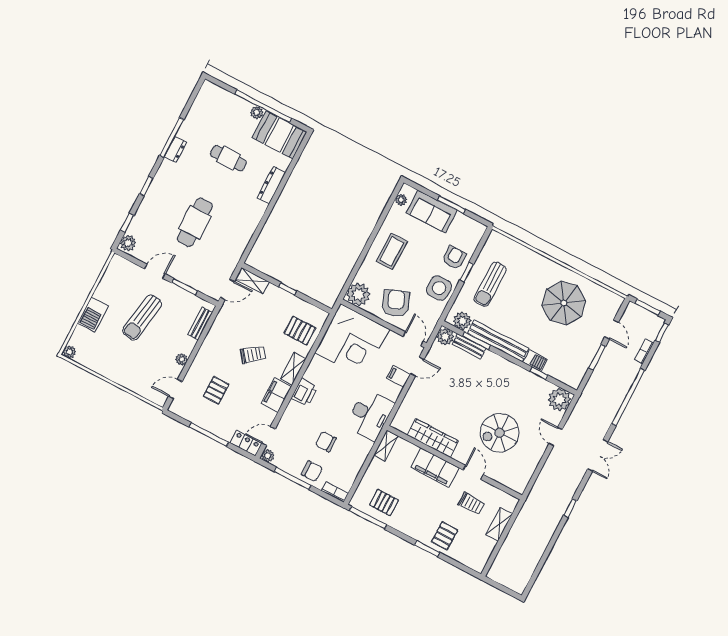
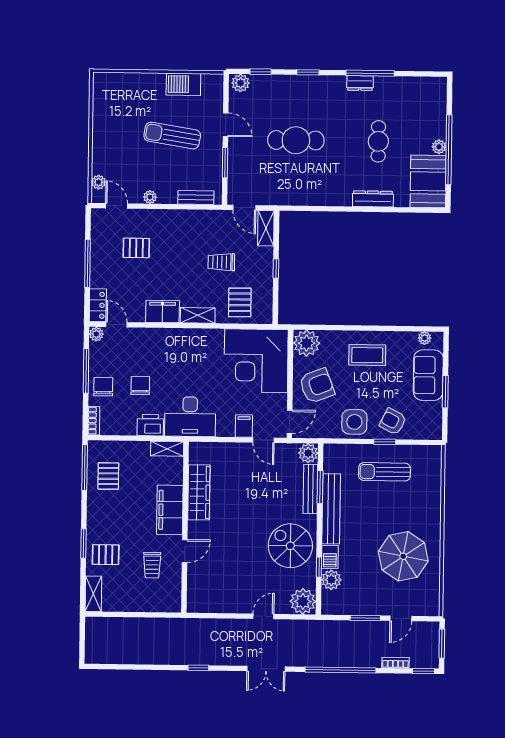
armchair: (454, 258) -> (393, 421), turned -153
barbecue: (93, 314) -> (183, 84), moved
plant: (462, 321) -> (331, 580), moved
bench: (469, 346) -> (310, 489), width x1.36
plant: (69, 352) -> (98, 182), moved
trolley: (253, 354) -> (221, 262), moved, turned 128
printer: (305, 392) -> (150, 425), moved, turned 180
spiral stairs: (499, 433) -> (290, 546), moved
chair: (312, 471) -> (103, 387), turned 180
shelving: (499, 524) -> (93, 594), moved, turned 90

